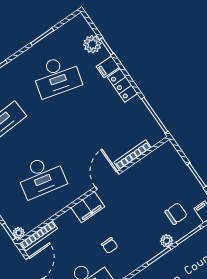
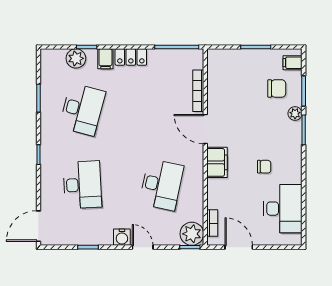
chair: (176, 214) -> (277, 88), turned 90
plant: (19, 233) -> (192, 234), width x1.87, depth x1.87
bookcase: (39, 236) -> (212, 223), width x0.64

